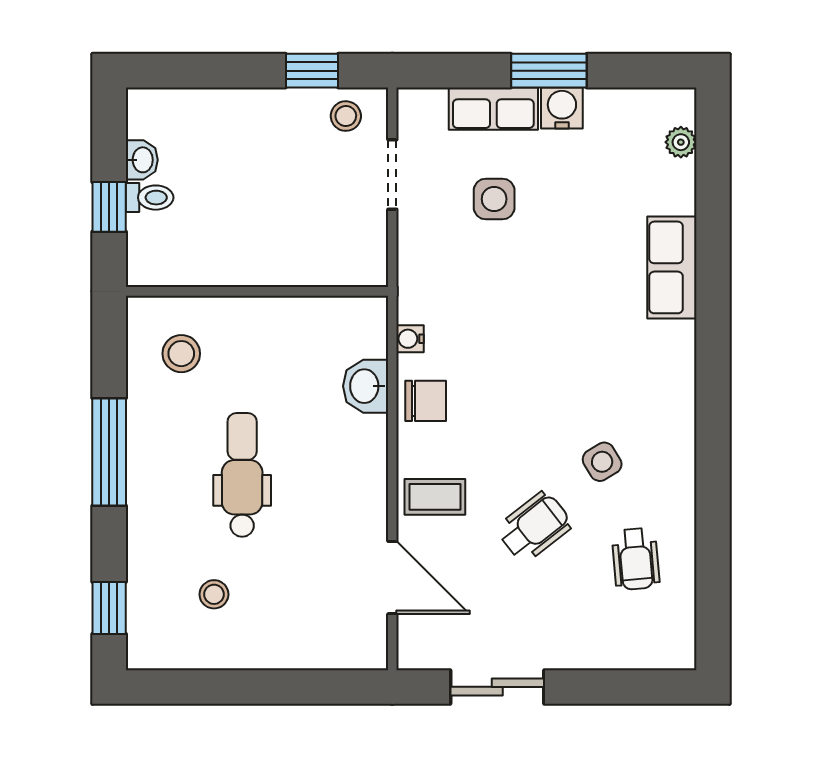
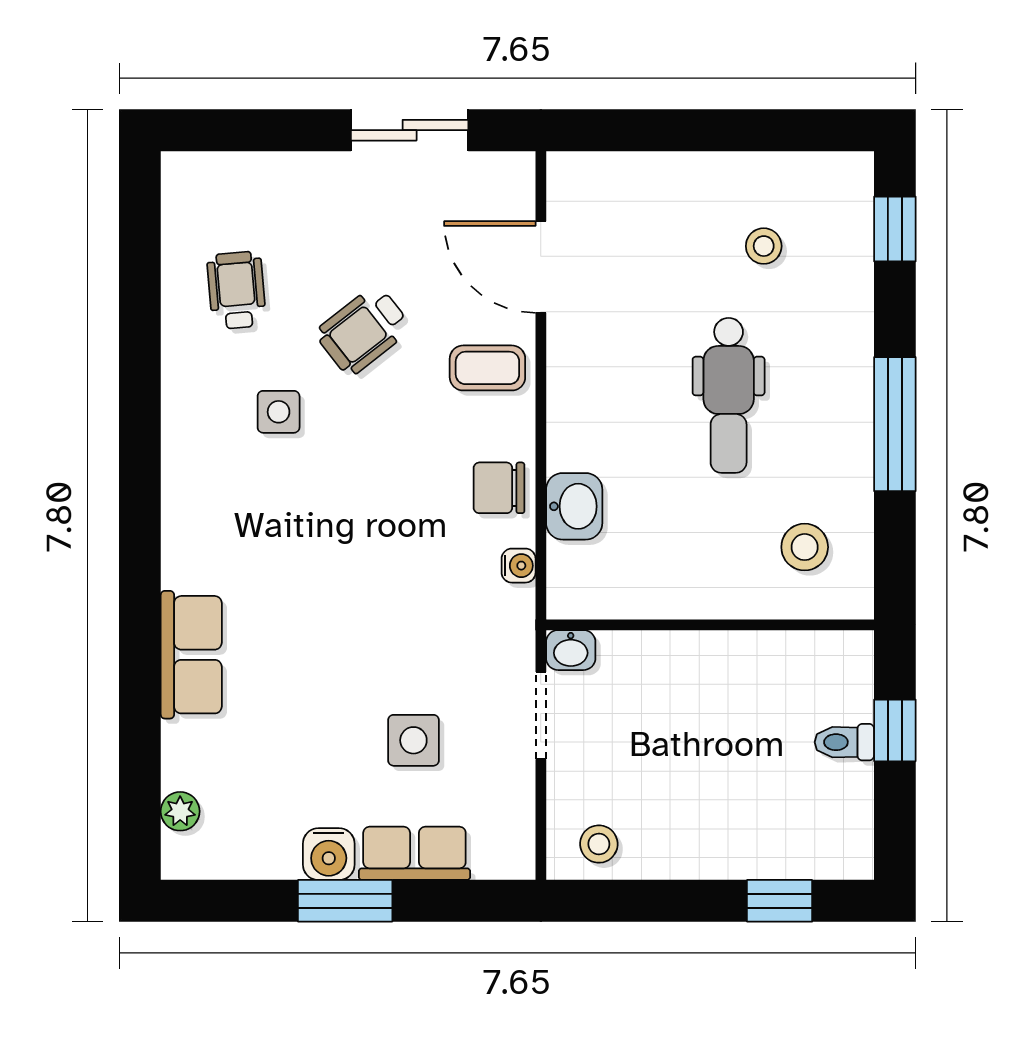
window: (312, 71) -> (780, 901), moved
washbasin: (142, 160) -> (571, 650), moved, turned -90
doorway: (392, 174) -> (541, 716), moved
side table: (602, 462) -> (279, 412), turned 31

